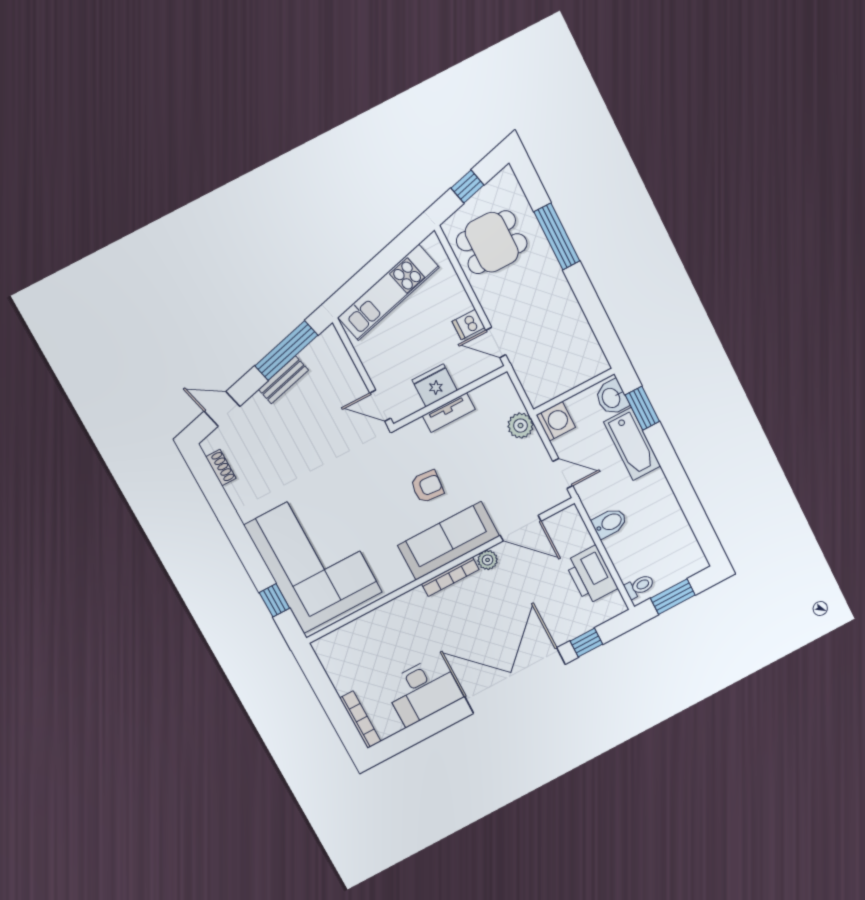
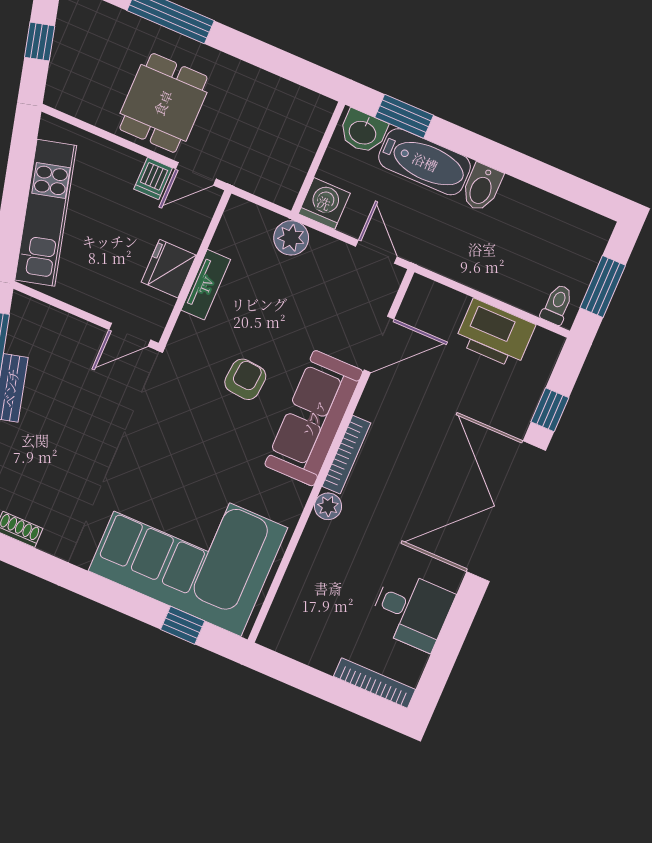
dining table: (492, 242) -> (163, 103), moved
door: (563, 474) -> (376, 252), hinge flipped
bidet: (610, 523) -> (482, 188), moved, turned 180
plant: (488, 560) -> (328, 506), moved
desk: (423, 691) -> (411, 610), width x0.73

